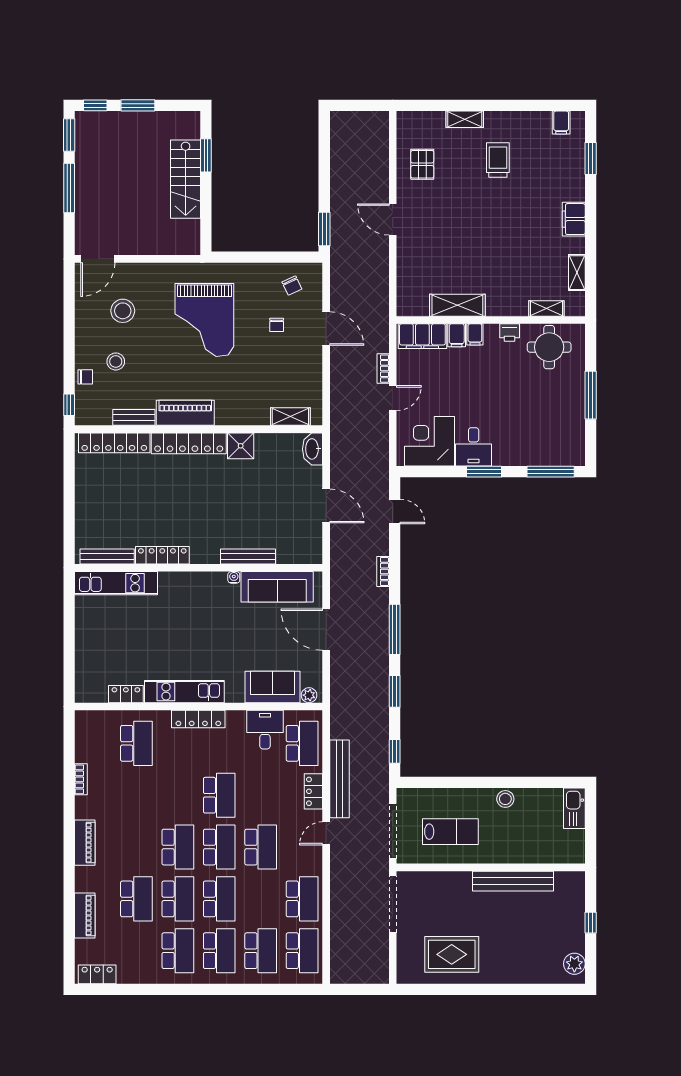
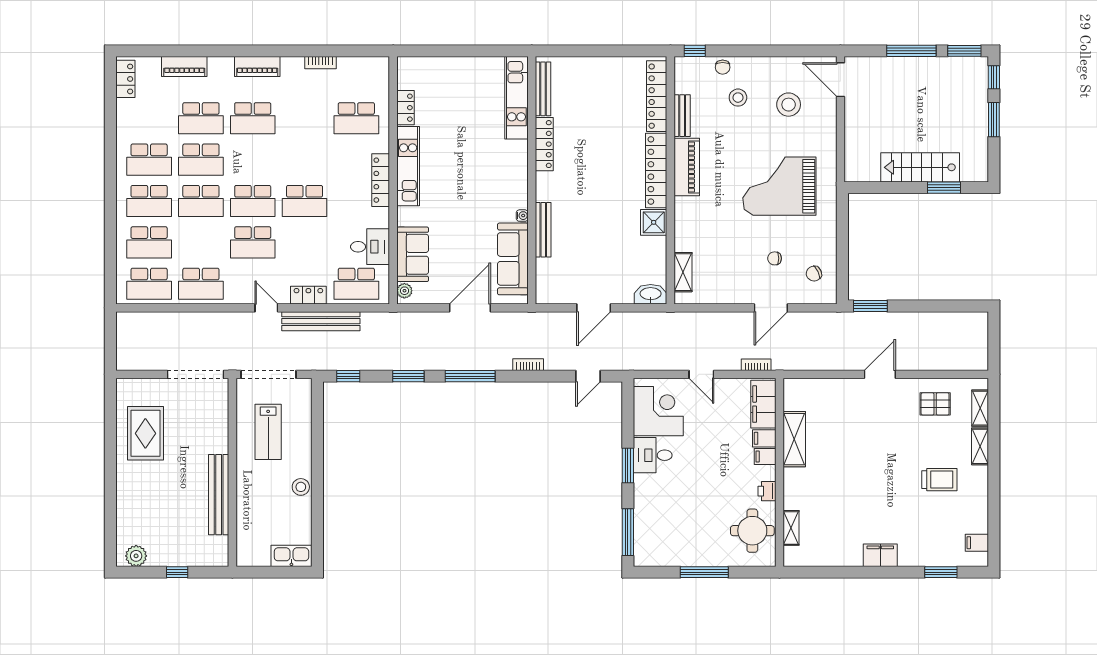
shelving: (577, 273) -> (980, 408), moved, turned 90
bookcase: (383, 369) -> (756, 365), moved
school desk: (178, 847) -> (253, 118), moved

